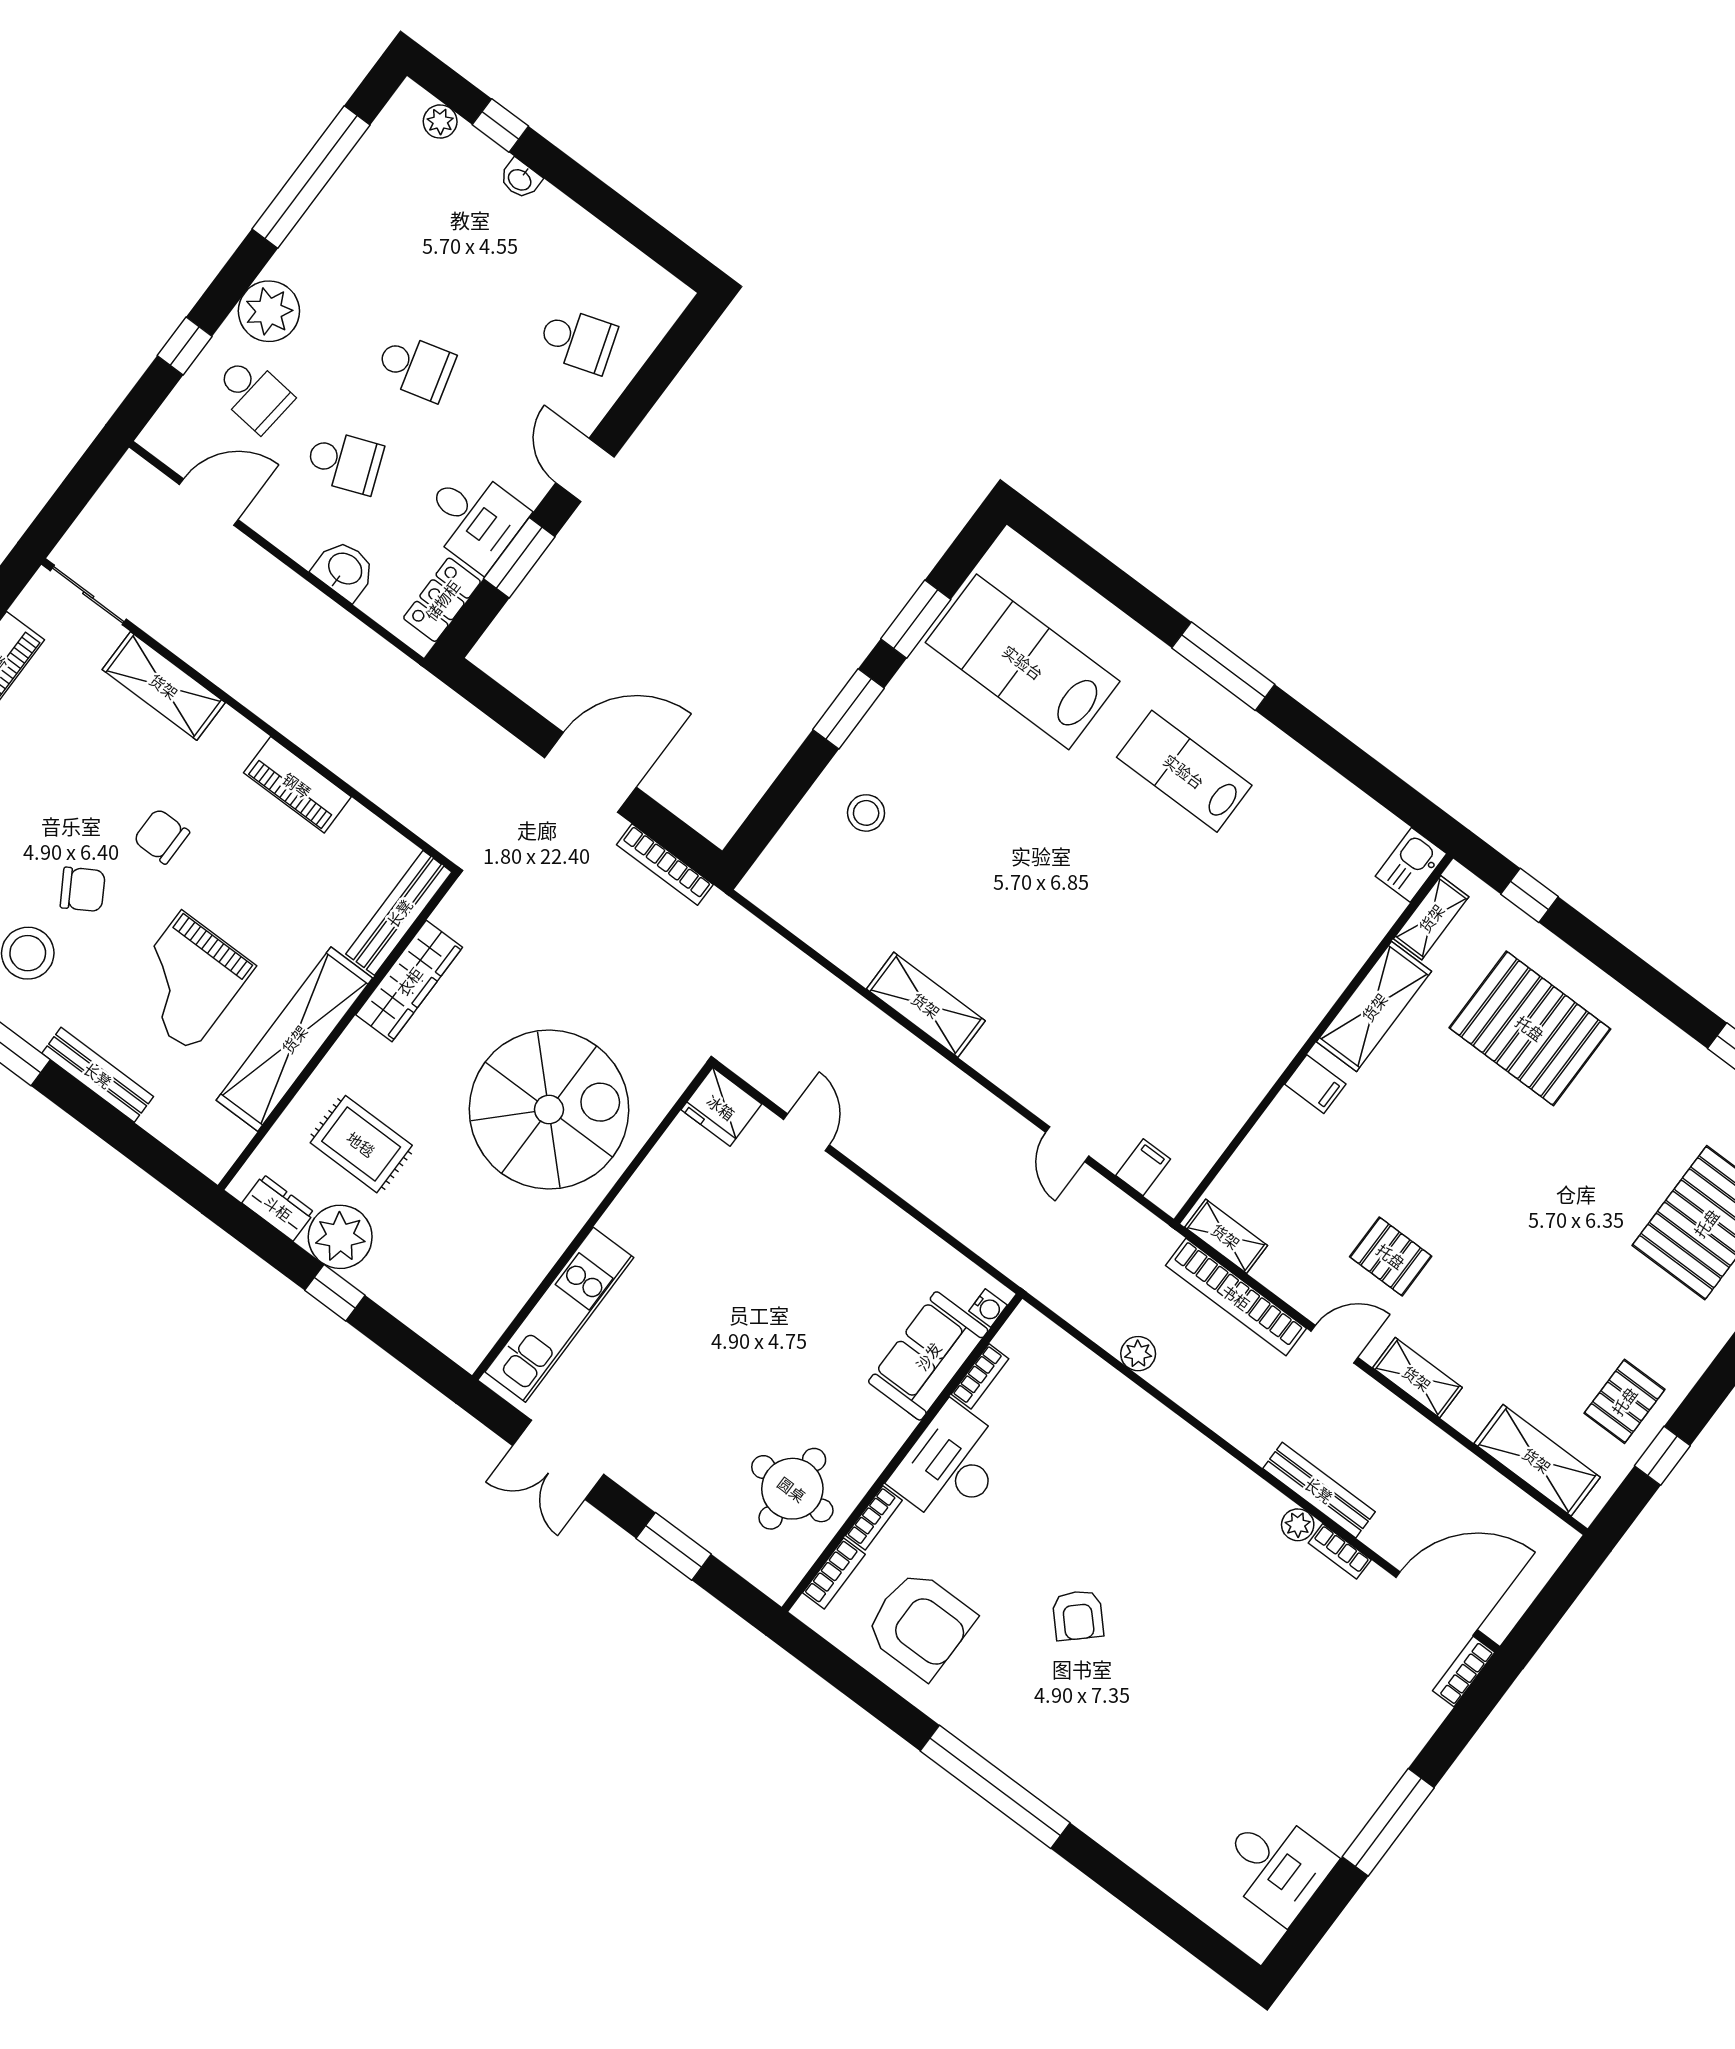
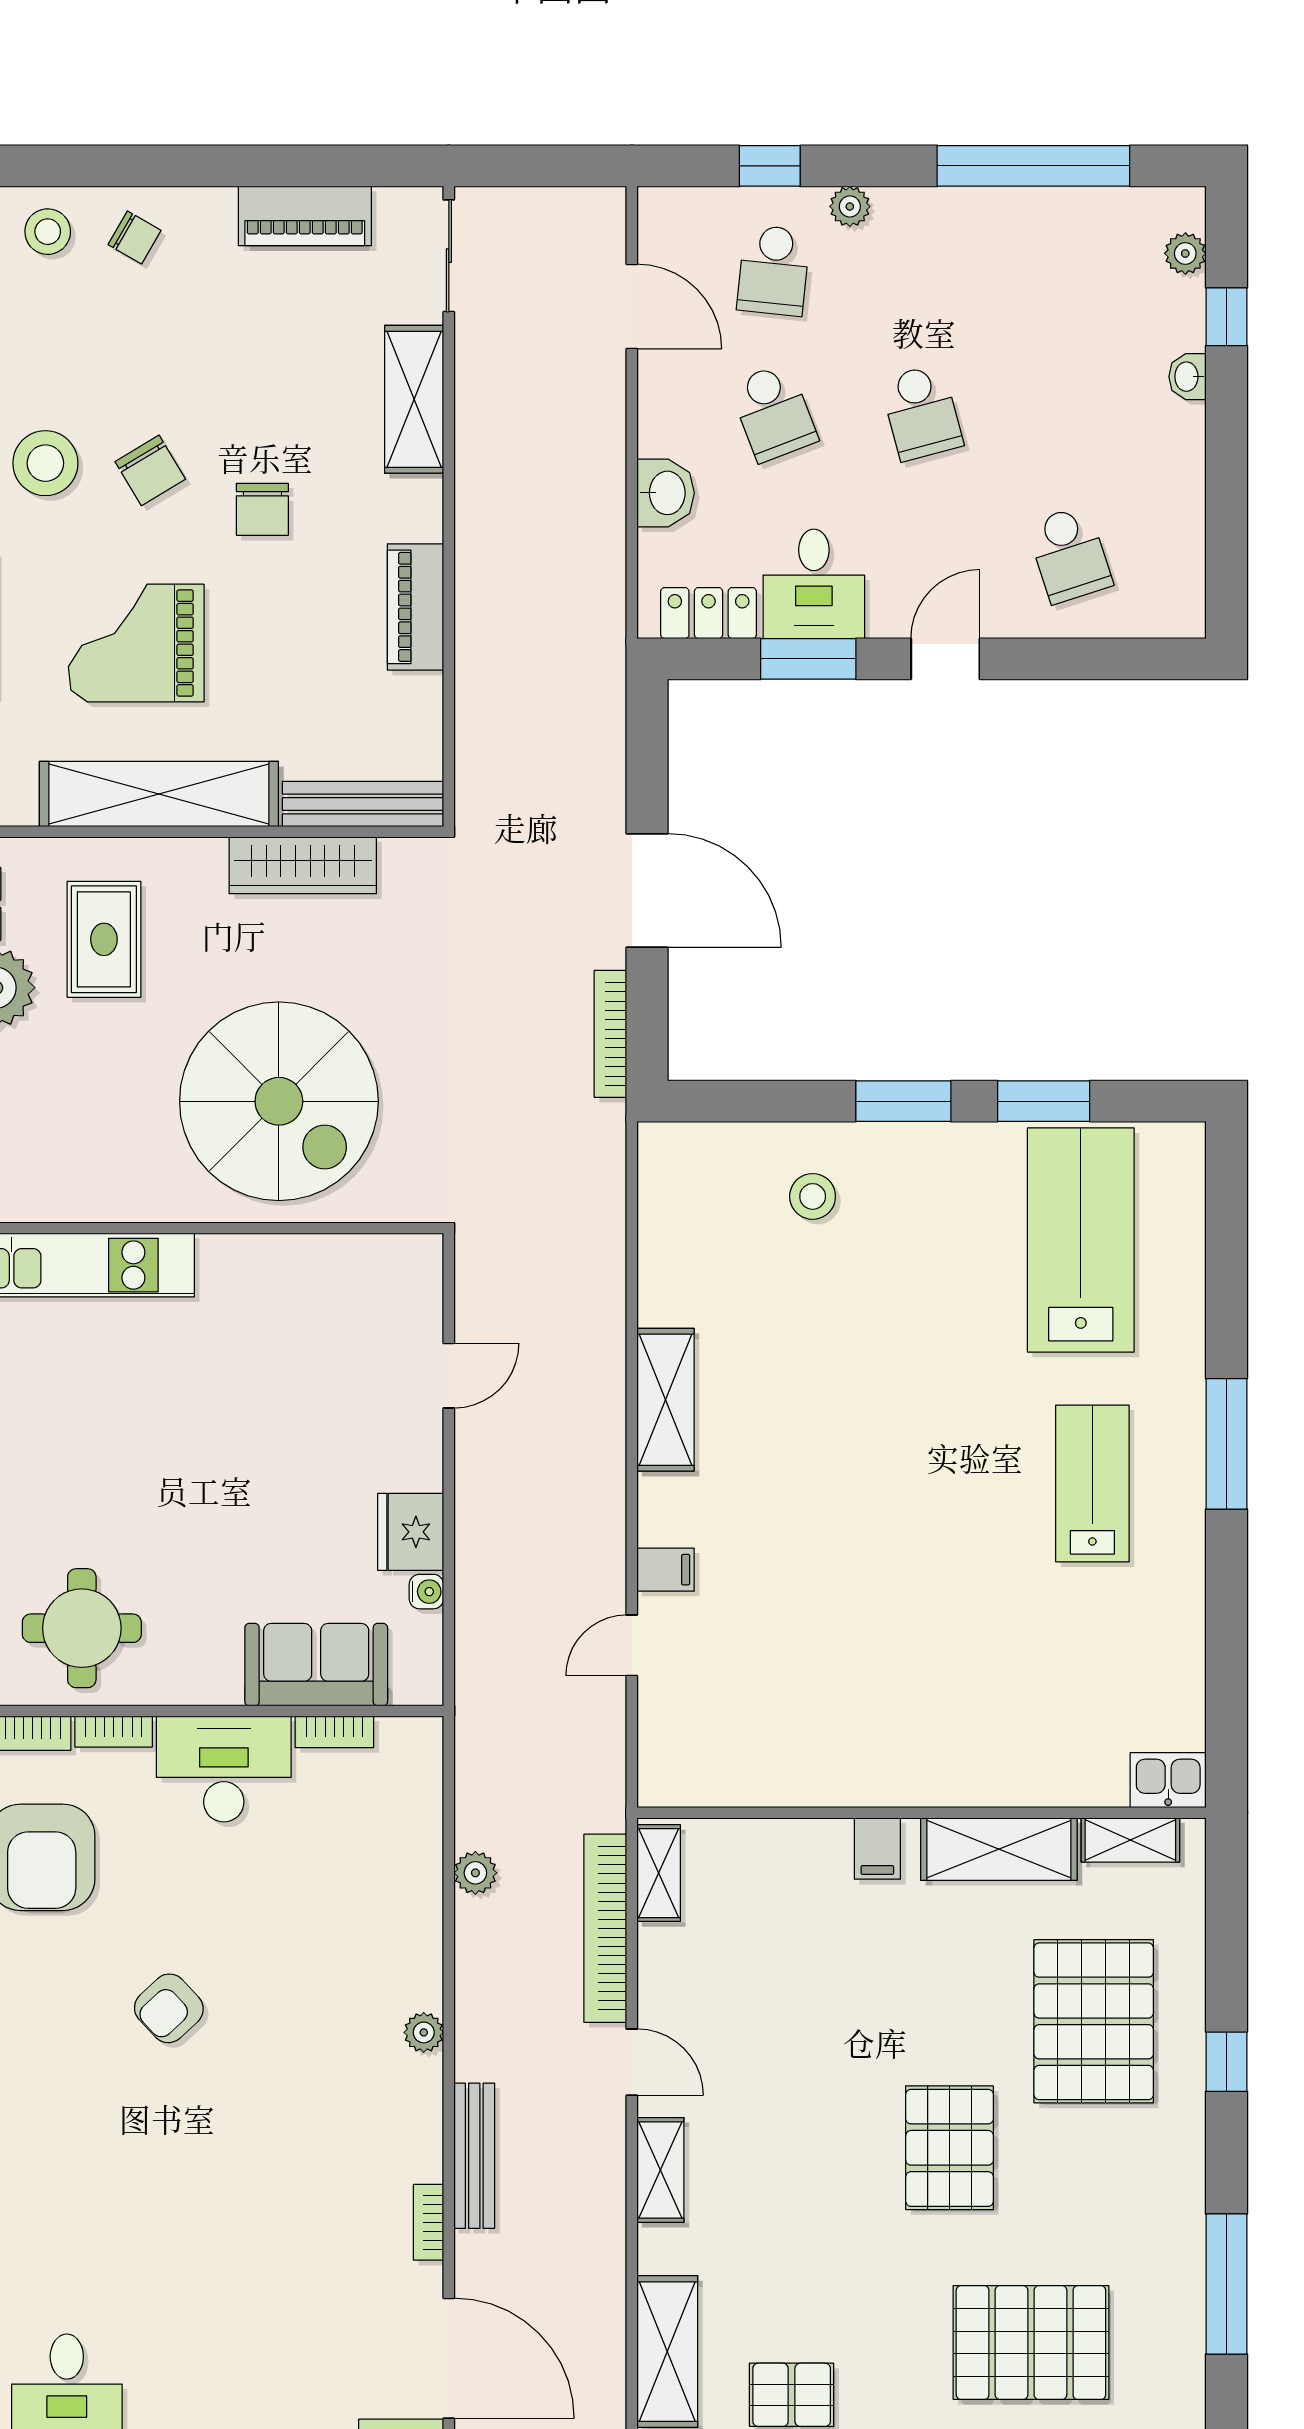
plant: (269, 311) -> (850, 206), width x0.53, depth x0.53
chair: (161, 836) -> (262, 509), turned 180
window: (1530, 895) -> (1226, 2062), moved
fridge: (721, 1107) -> (411, 1532), moved
filing cabinet: (1143, 1167) -> (666, 1570), moved
pallet: (1391, 1256) -> (950, 2148), moved, width x1.50, depth x1.42
water cooler: (988, 1308) -> (426, 1592), moved, turned -90
plant: (1298, 1525) -> (424, 2032), moved

